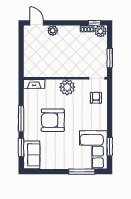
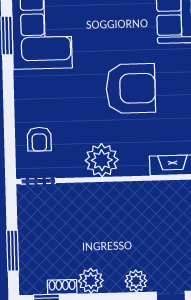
plant: (101, 31) -> (91, 281), moved
window: (110, 58) -> (13, 251), moved

